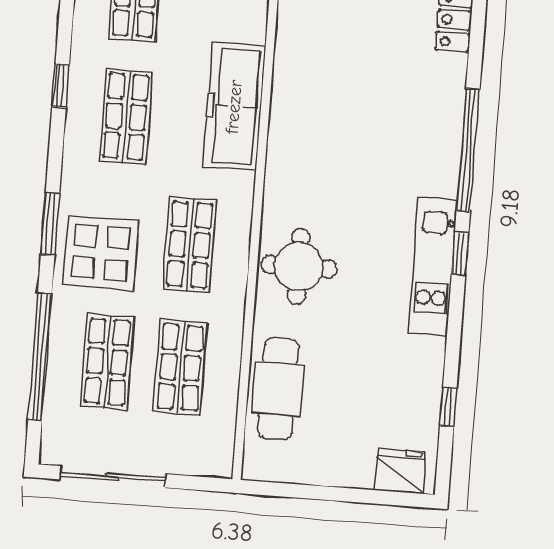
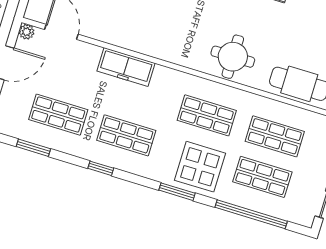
freezer: (234, 107) -> (126, 67), width x0.73, depth x0.79

